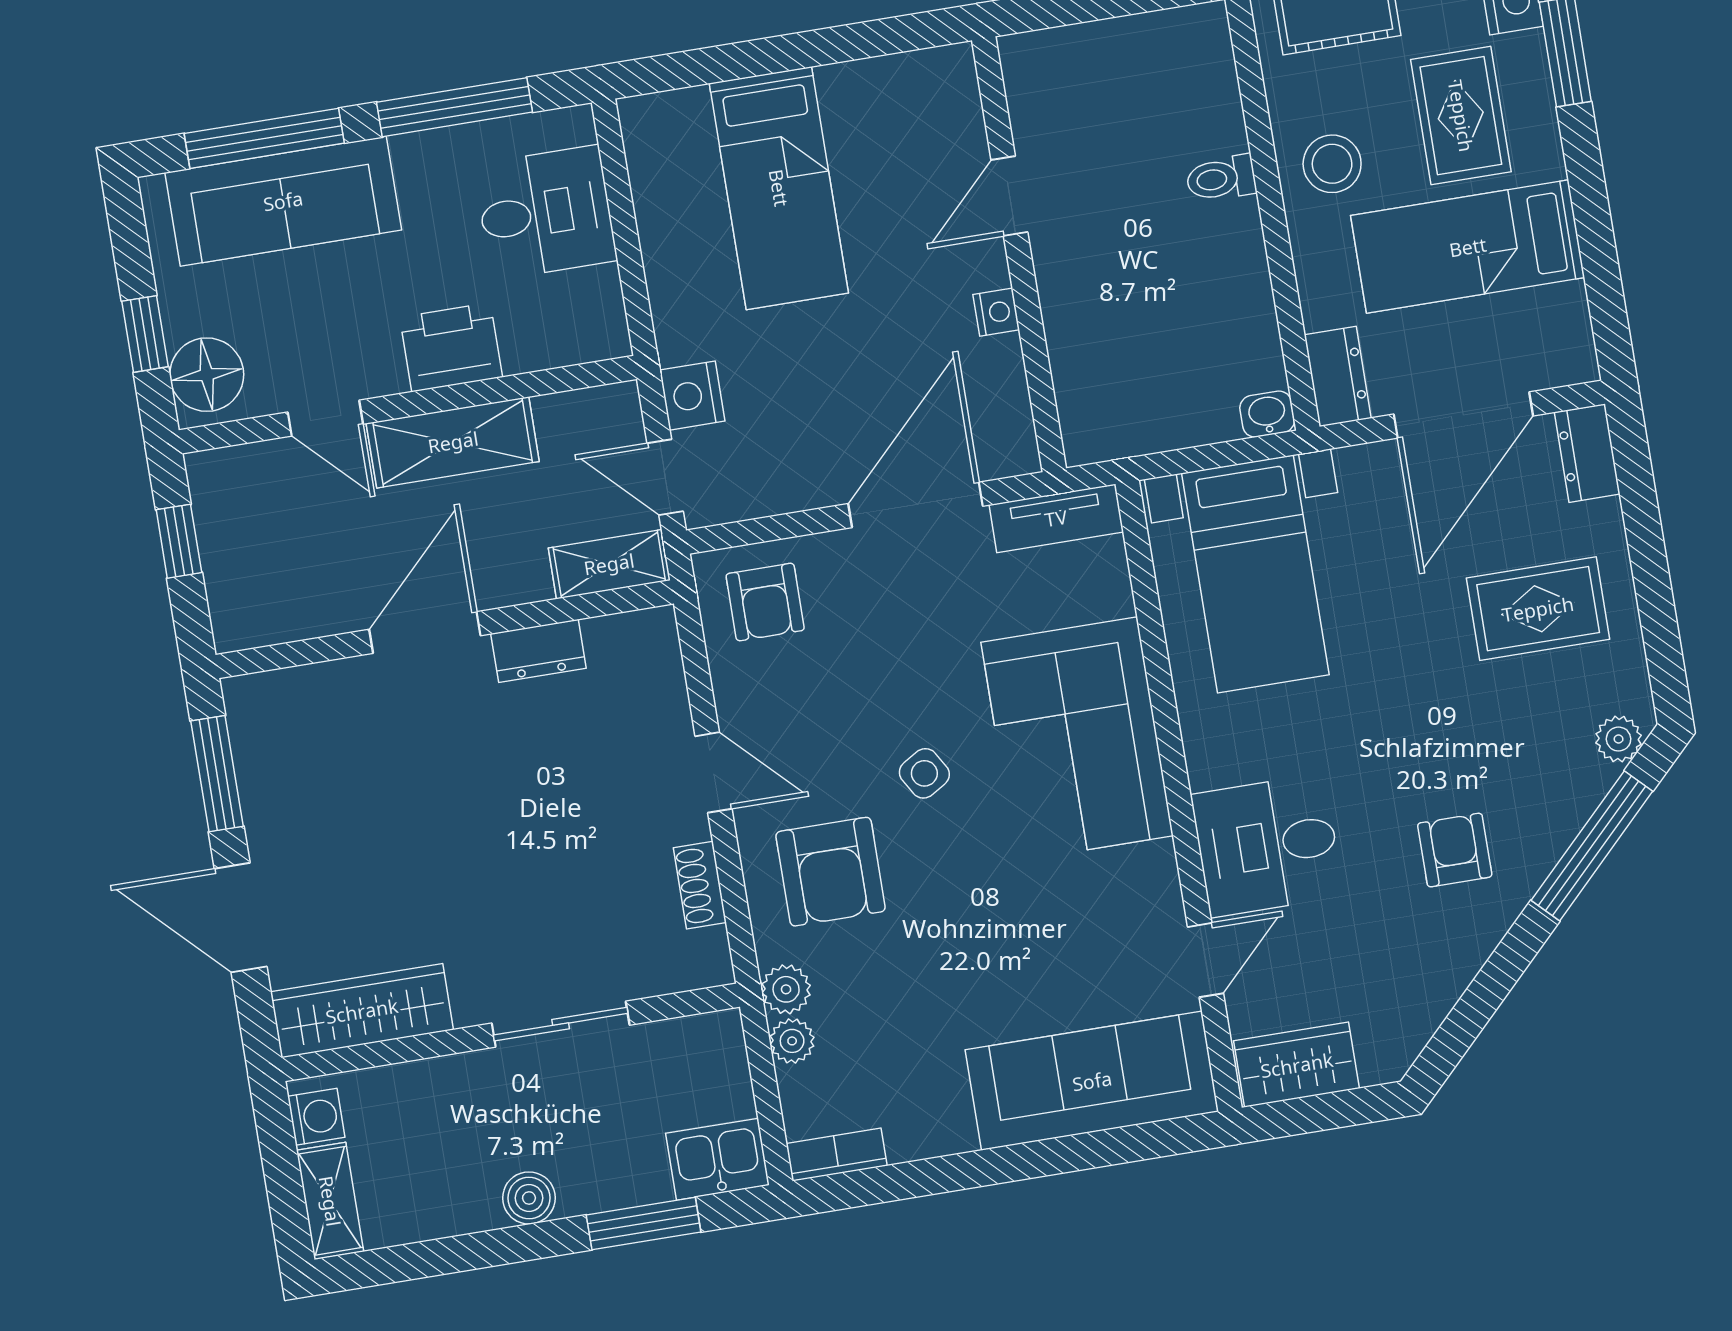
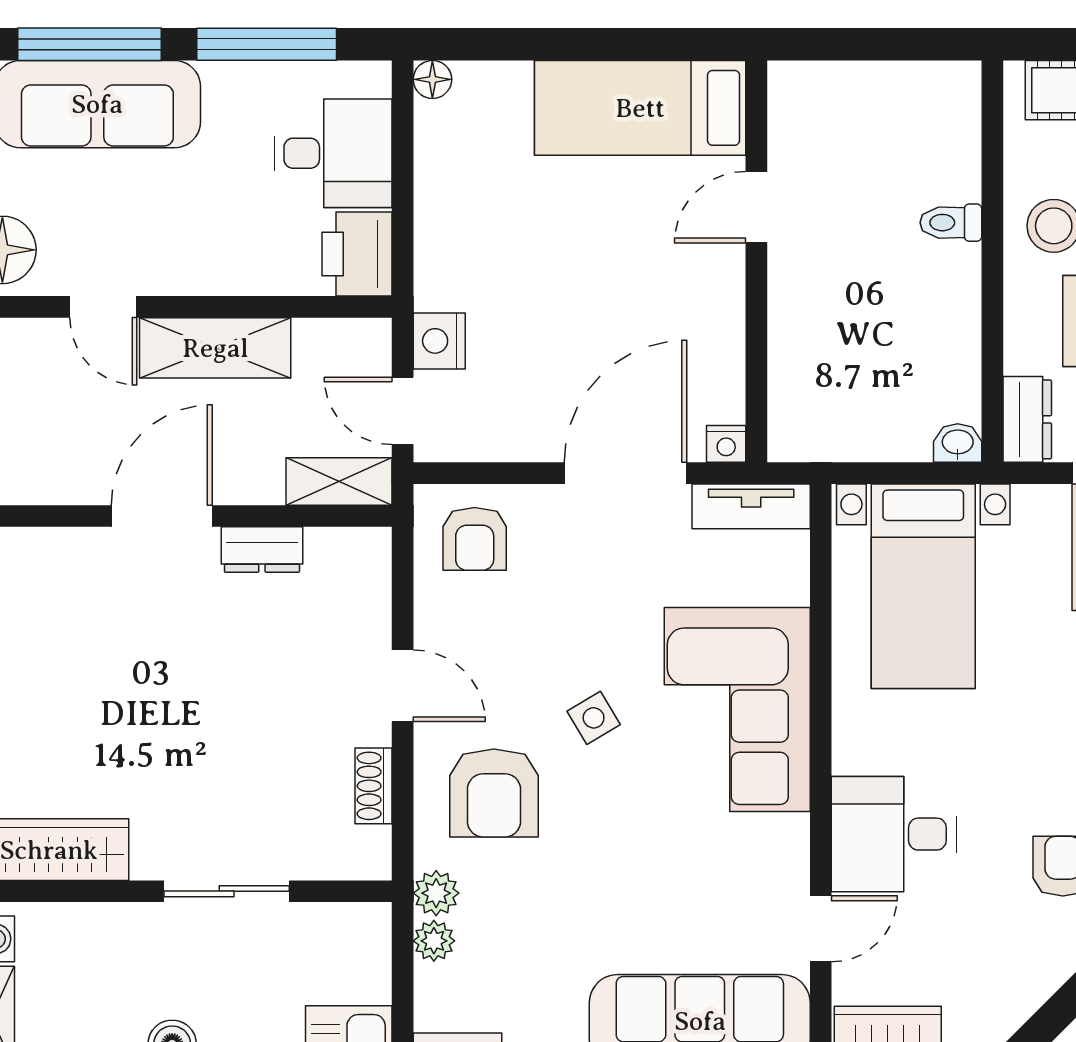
floor lamp: (639, 116) -> (432, 79), added
bed: (779, 188) -> (640, 108), moved, turned 90
nightstand: (996, 312) -> (726, 444), moved, turned 90
printer: (451, 347) -> (357, 254), moved, turned -90

